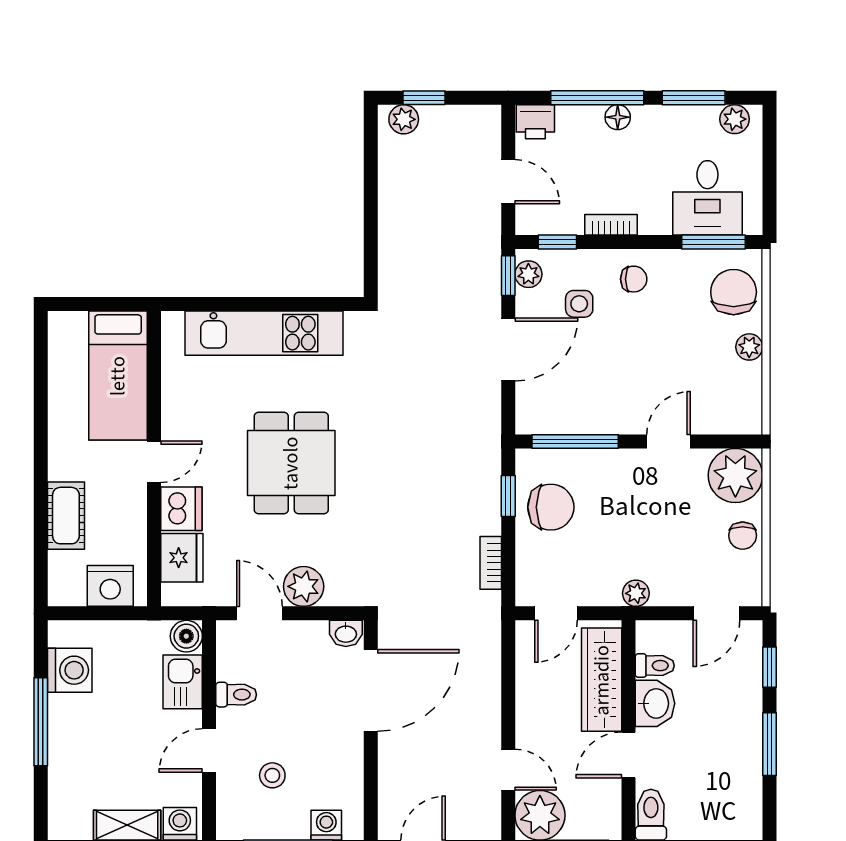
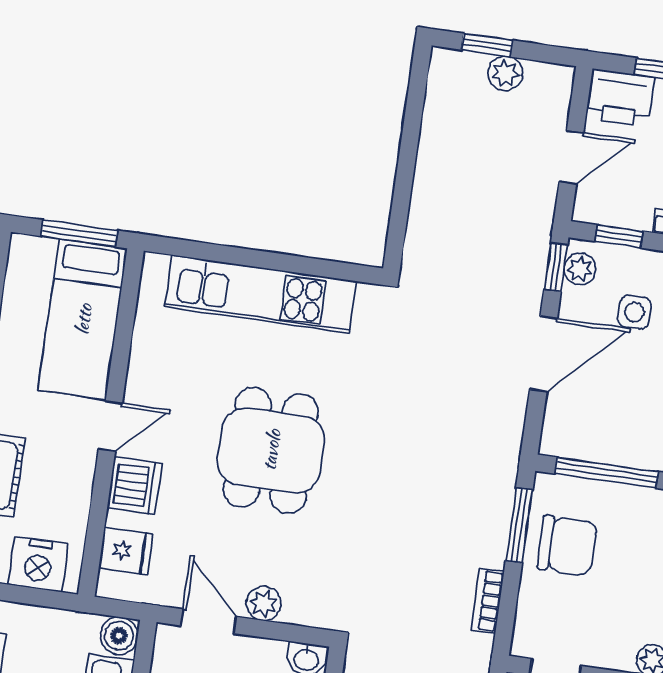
plant: (404, 119) -> (505, 73), moved
printer: (535, 122) -> (621, 98), width x1.36, depth x1.24
door: (508, 182) -> (571, 157), hinge flipped
window: (105, 304) -> (79, 233), added
window: (508, 496) -> (519, 525), width x1.50
fridge: (182, 558) -> (126, 551), width x0.72
plant: (304, 586) -> (264, 603), width x0.73, depth x0.73

